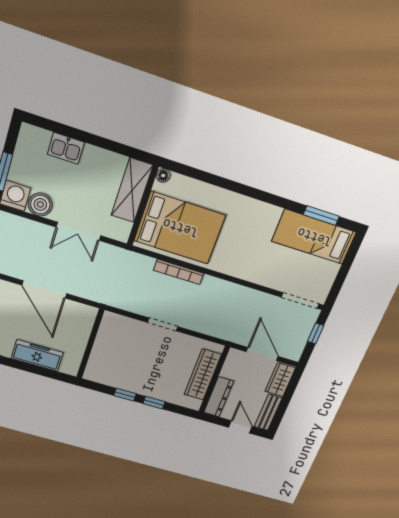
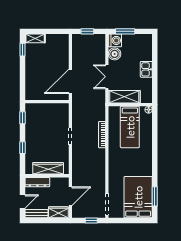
kitchen sink: (66, 148) -> (146, 69), moved
shelving: (132, 190) -> (124, 97), moved
bed: (180, 228) -> (130, 127), width x0.67
bed: (314, 237) -> (138, 197), width x1.50
door: (44, 289) -> (70, 81), moved
freezer: (37, 355) -> (31, 75), removed
window: (125, 395) -> (23, 118), moved

